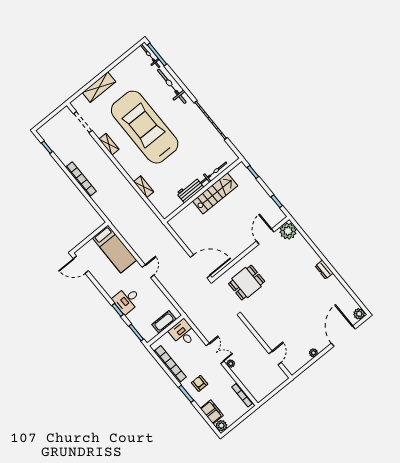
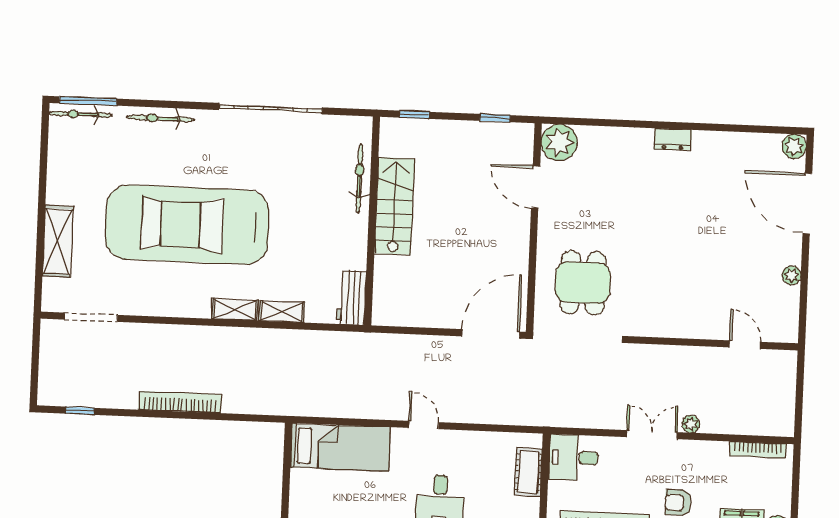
bicycle: (172, 86) -> (160, 118), width x0.73, depth x0.71
shelving: (109, 144) -> (235, 310), moved
workbench: (190, 190) -> (352, 298), moved

